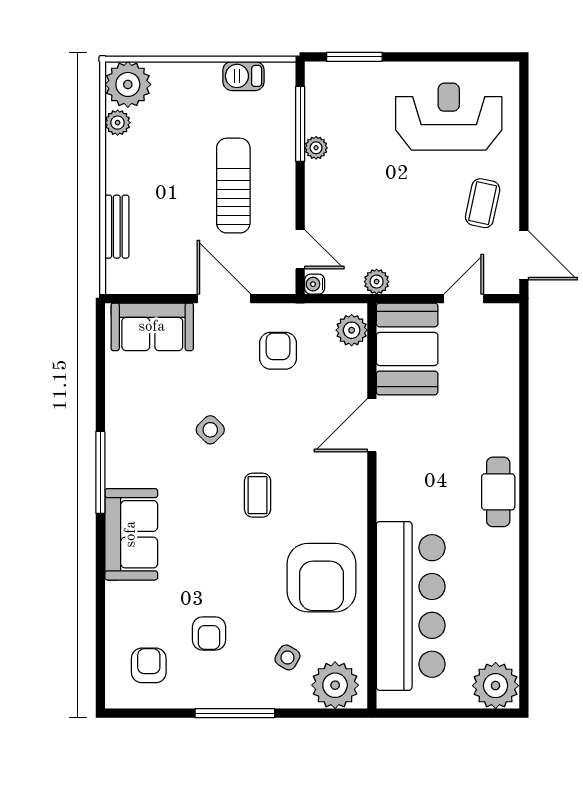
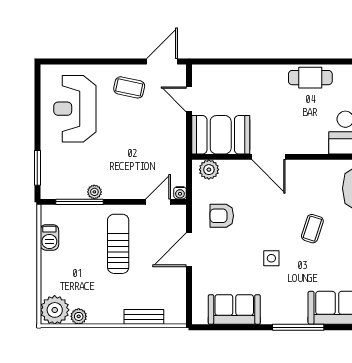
sun lounger: (233, 186) -> (118, 244), turned 90
plant: (377, 282) -> (178, 154), removed
sofa: (152, 327) -> (234, 309), moved, turned -90
side table: (210, 430) -> (271, 258), turned 45
coffee table: (258, 495) -> (312, 229), turned -72

